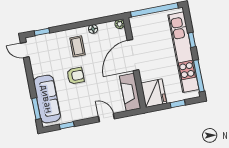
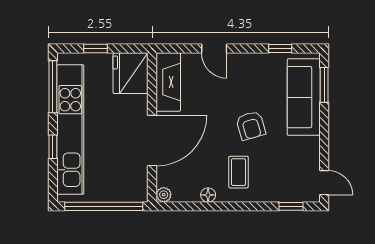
armchair: (75, 76) -> (251, 126), turned -106

